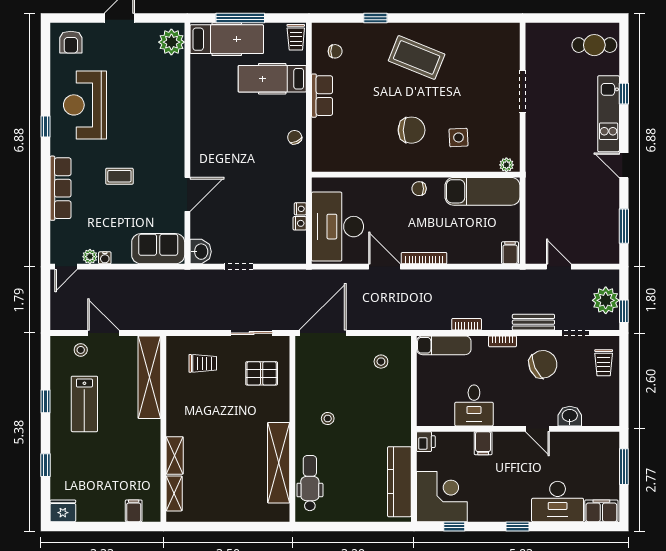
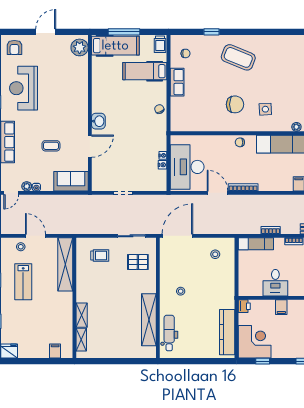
coffee table: (119, 176) -> (51, 146), moved
washbasin: (201, 252) -> (98, 121), moved

